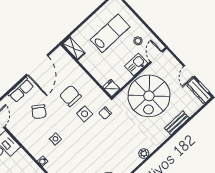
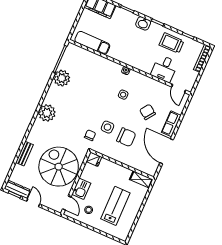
lab bench: (110, 33) -> (115, 206), turned 180
plant: (144, 154) -> (47, 113), width x1.87, depth x1.87

